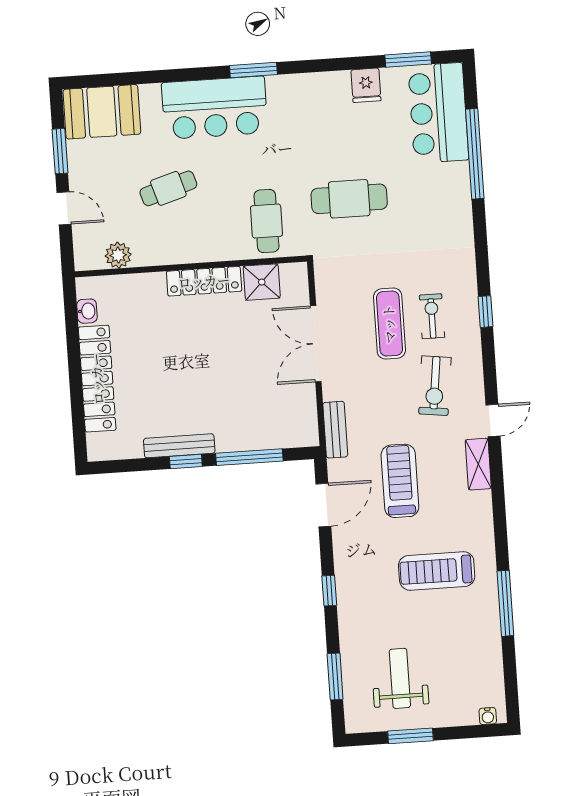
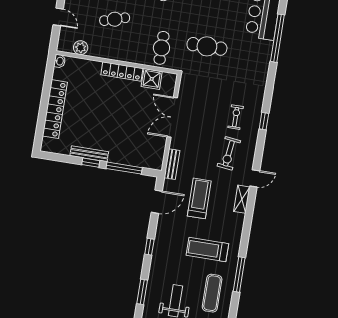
washbasin: (87, 311) -> (60, 61), moved
exercise mat: (389, 324) -> (212, 293), moved

